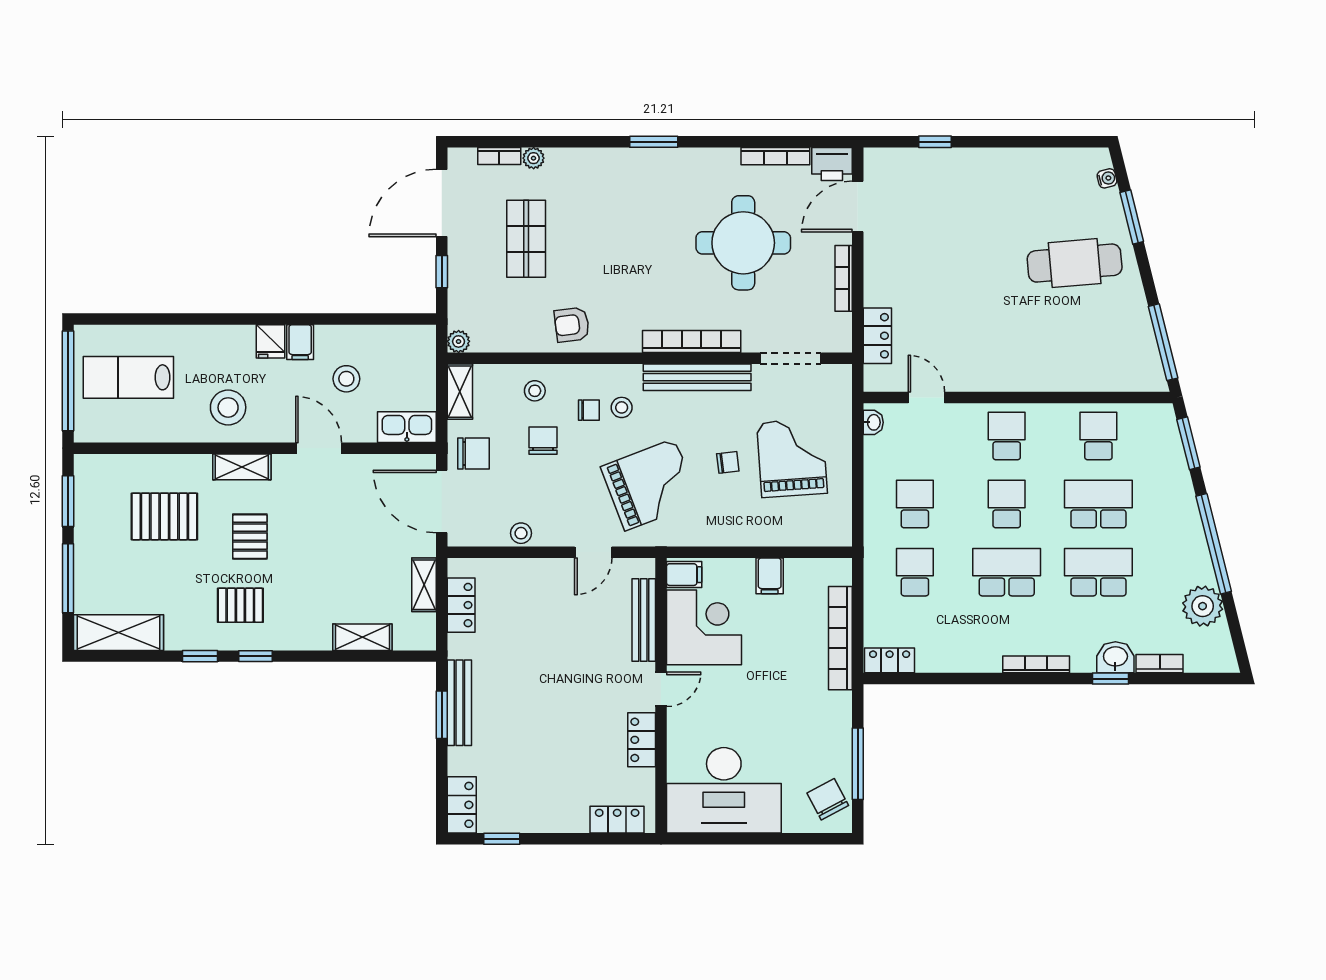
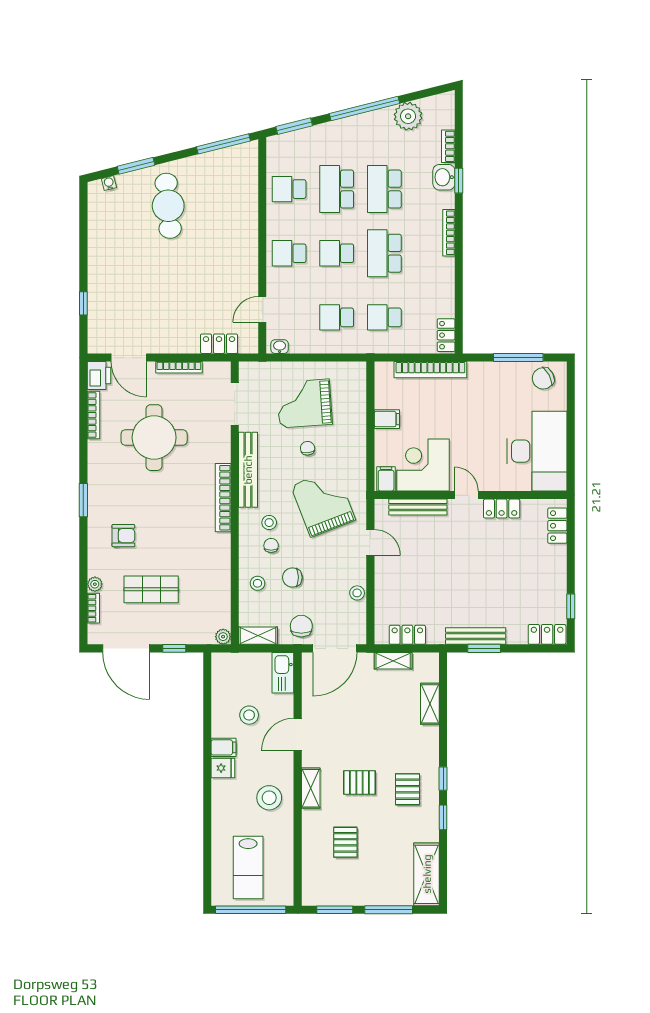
armchair: (572, 325) -> (123, 536), moved, turned -83
bookcase: (692, 342) -> (223, 498), moved
pallet: (164, 516) -> (345, 842), width x0.67, depth x0.71

